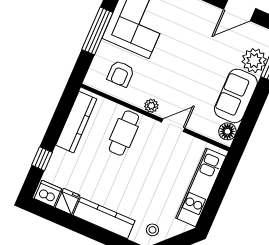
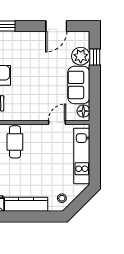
plant: (151, 106) -> (25, 116), removed
door: (173, 125) -> (57, 123), moved

